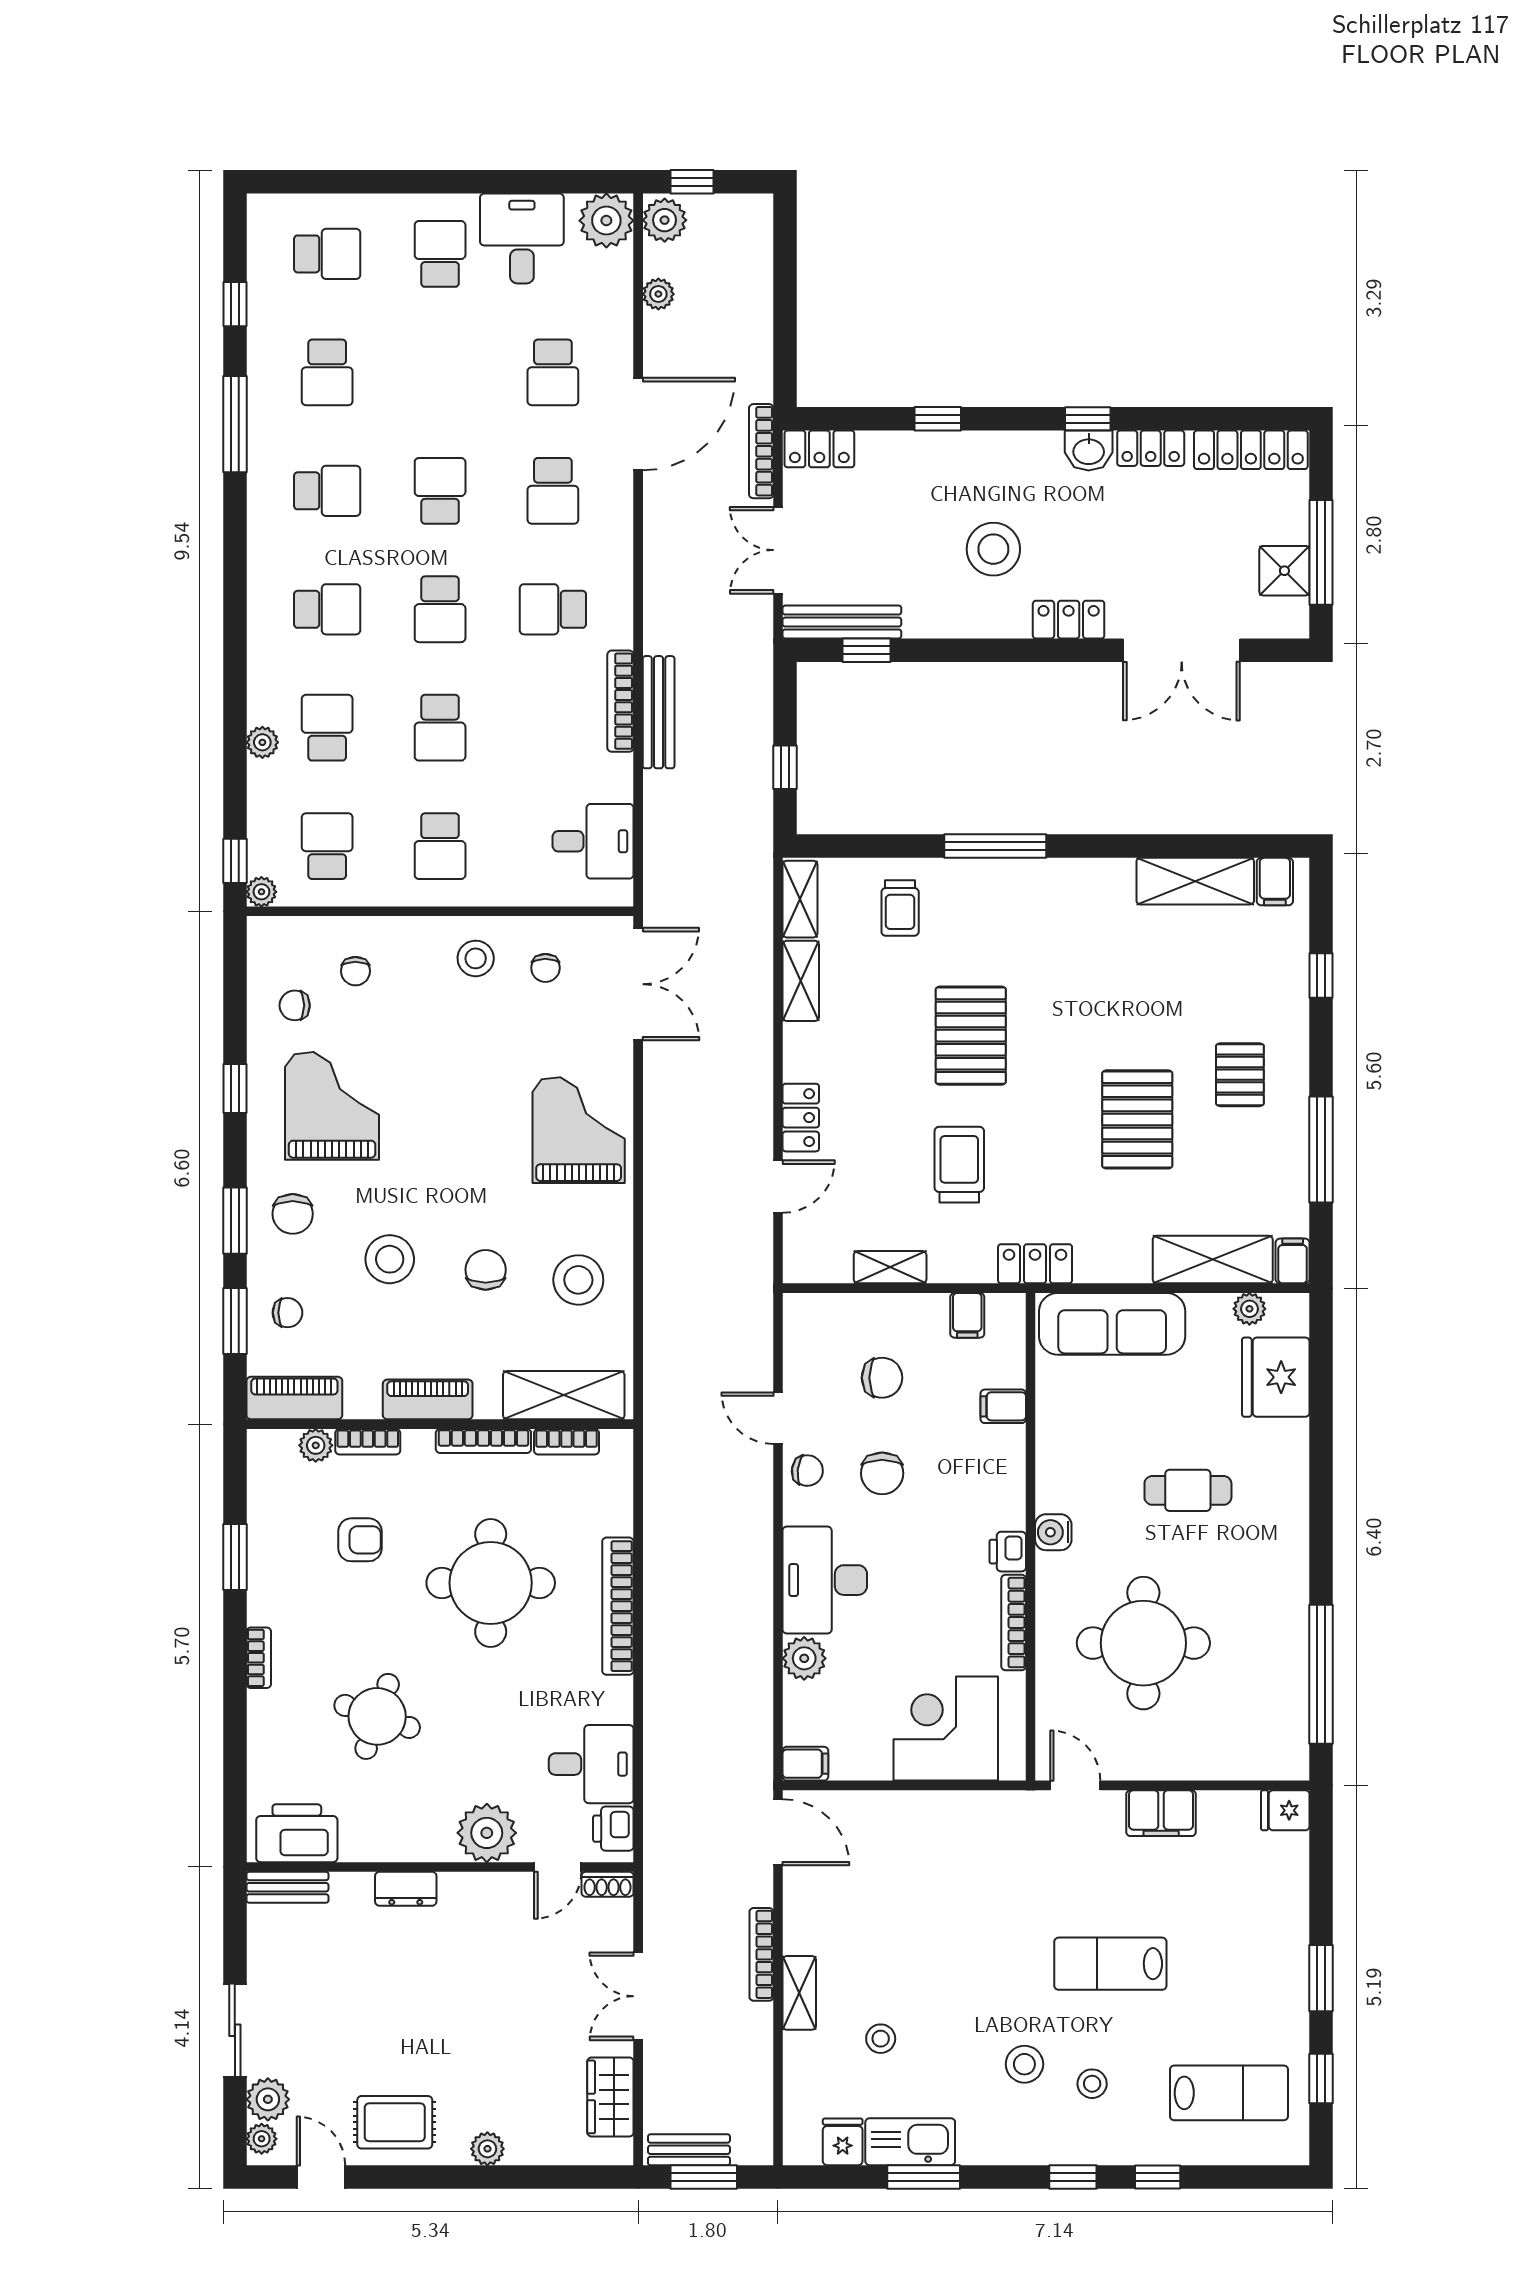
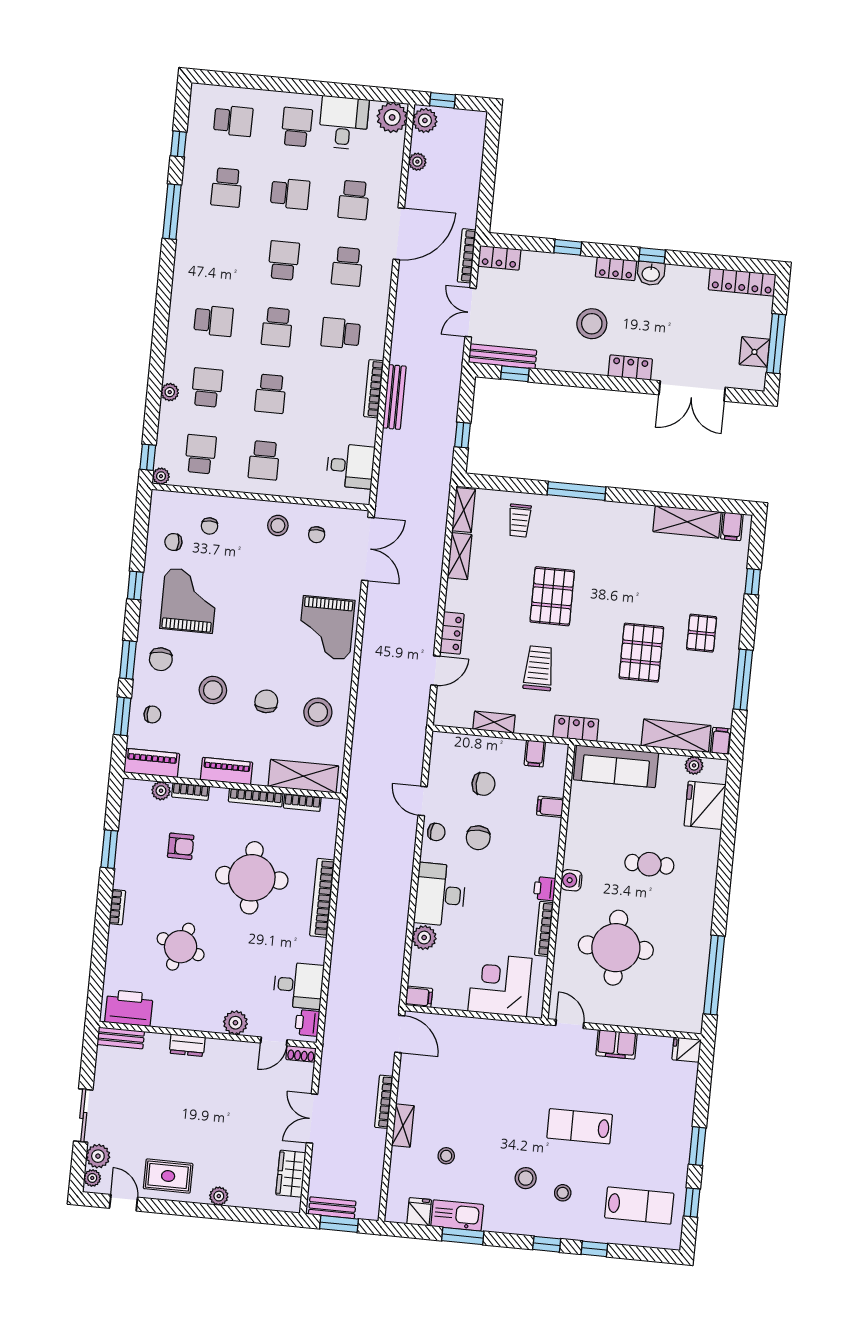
locker: (1151, 448) -> (616, 269), moved
school desk: (327, 491) -> (290, 194), moved
grand piano: (579, 1130) -> (326, 628), turned 180
plant: (487, 1833) -> (235, 1023), width x0.73, depth x0.73

